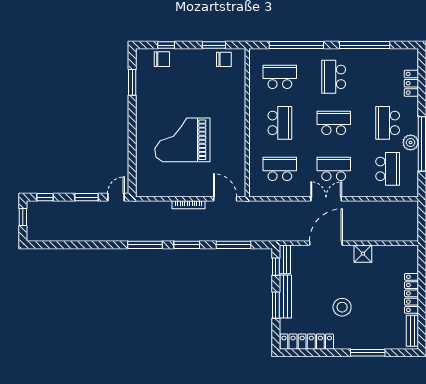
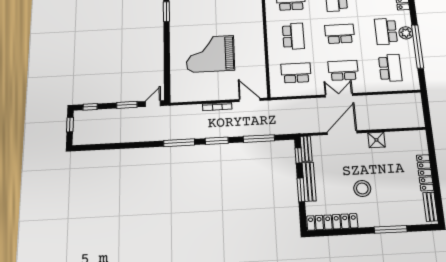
plant: (411, 142) -> (406, 33), moved

